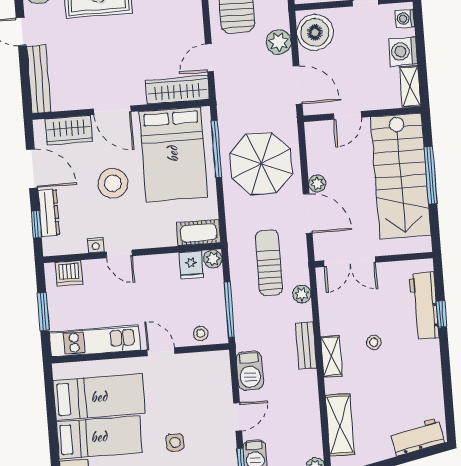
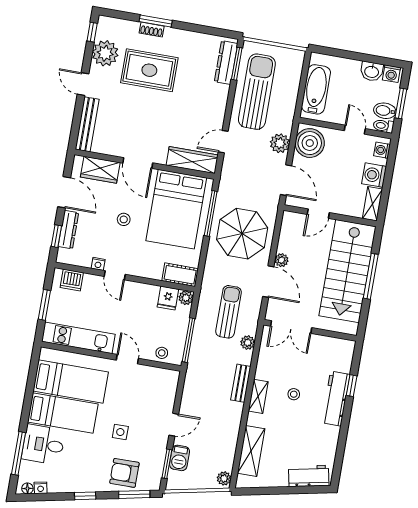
stool: (113, 183) -> (124, 219), width x0.53, depth x0.53
workbench: (424, 306) -> (336, 399), moved
barbecue: (250, 371) -> (192, 391), removed

